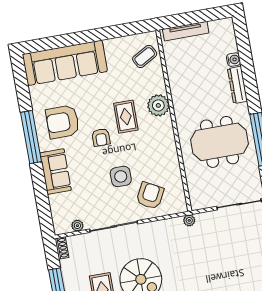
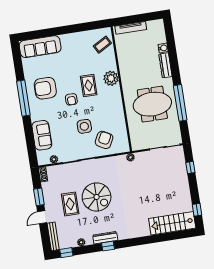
sofa: (65, 63) -> (40, 47), width x0.74, depth x0.79
sofa: (56, 172) -> (42, 135), moved

